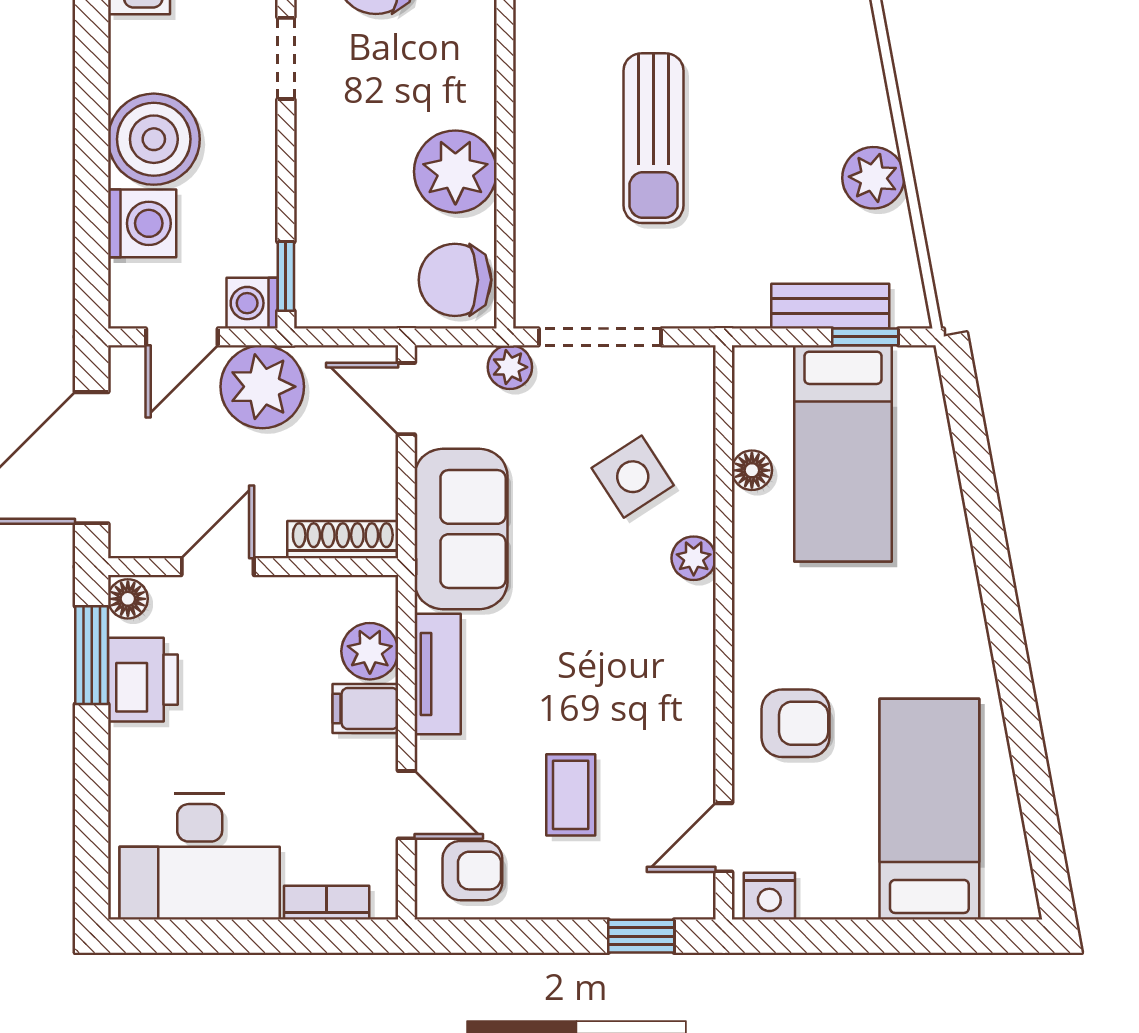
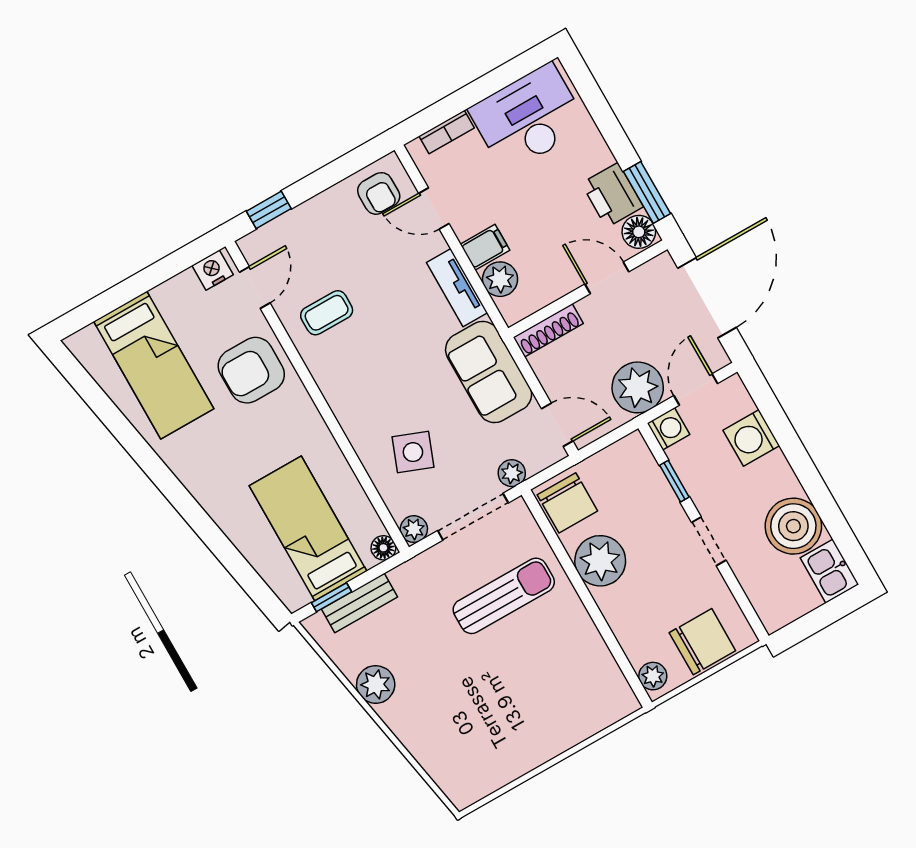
doorway: (286, 58) -> (709, 541), moved
sun lounger: (653, 138) -> (504, 596), moved, turned 90
boiler: (154, 139) -> (793, 526), moved
window: (286, 276) -> (674, 481), moved
chair: (455, 280) -> (567, 503), turned 90
floor lamp: (752, 470) -> (383, 548), moved
side table: (633, 477) -> (413, 452), turned -36
plant: (694, 558) -> (414, 529), moved
door: (218, 567) -> (607, 278), swing flipped
floor lamp: (128, 599) -> (639, 232), width x1.37, depth x1.37
armchair: (795, 723) -> (251, 370), width x1.38, depth x1.38
coffee table: (571, 795) -> (327, 313), moved, turned 90
armchair: (472, 871) -> (379, 193), turned -90

